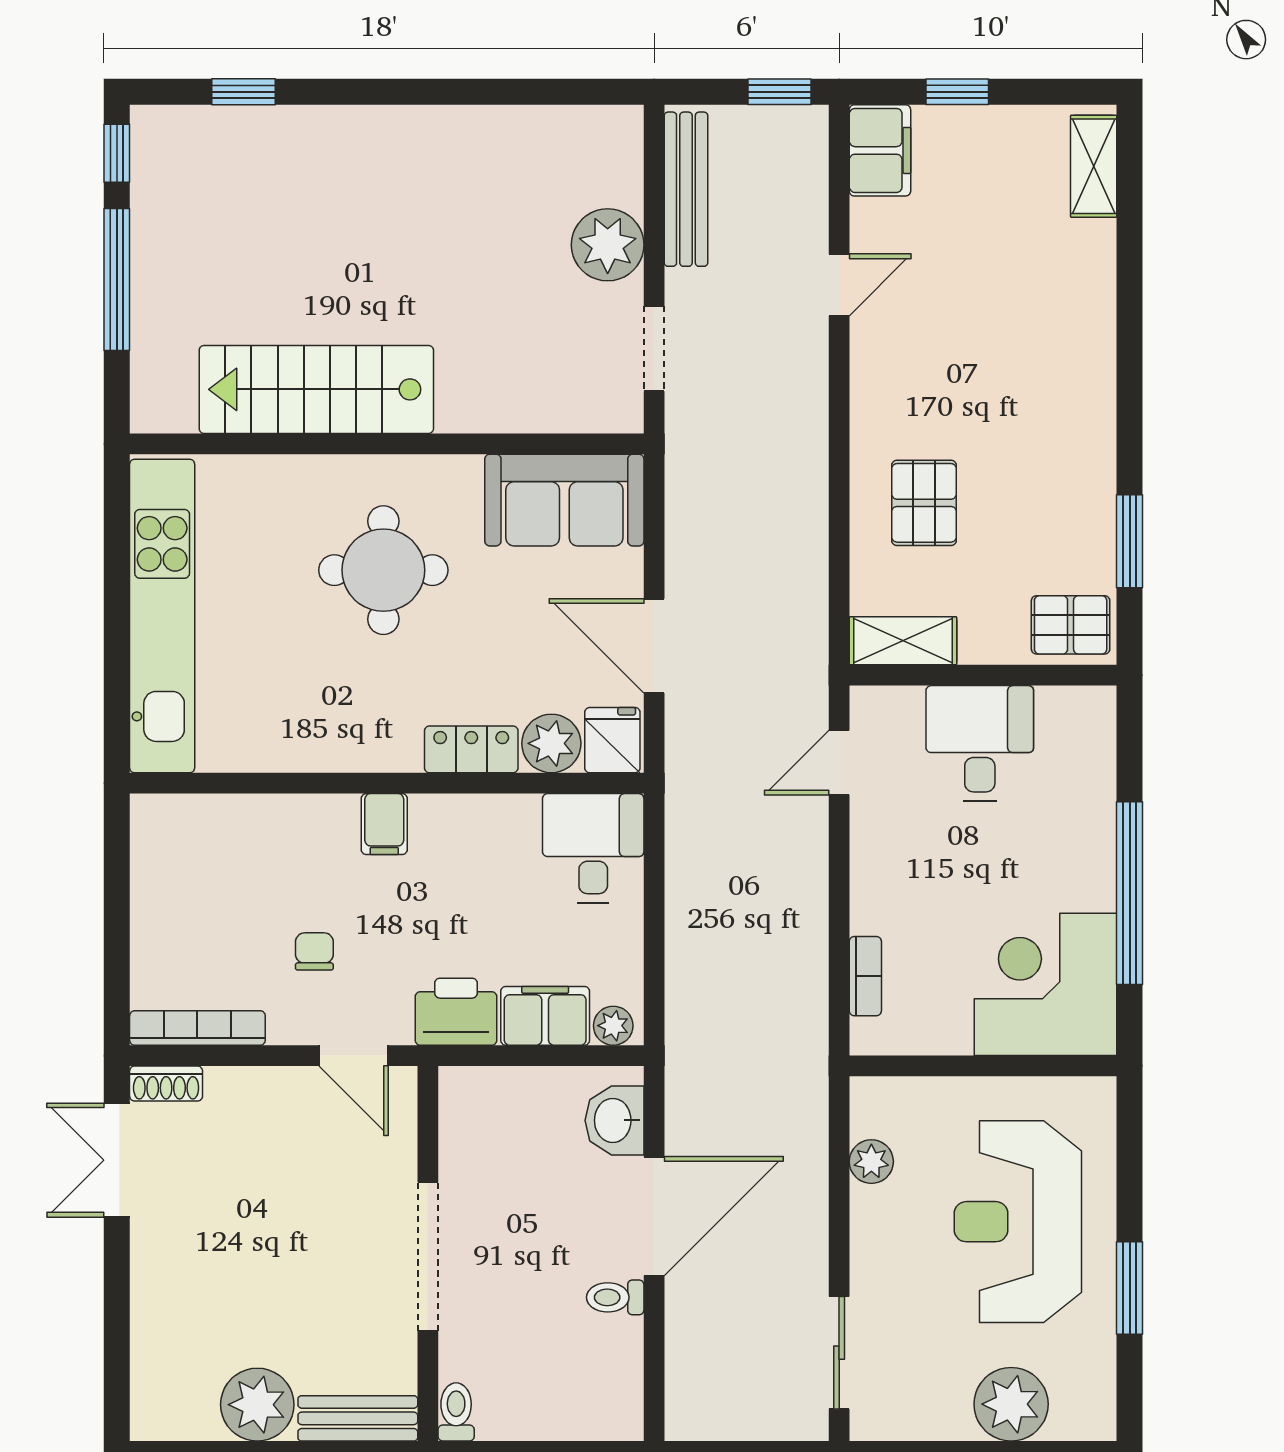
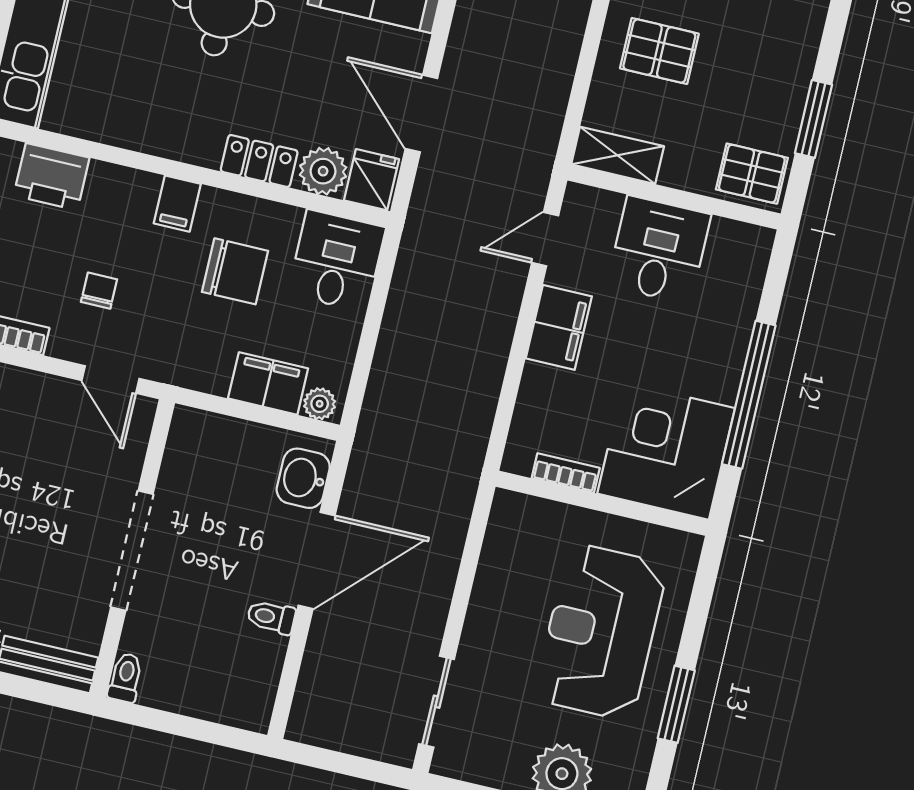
pallet: (924, 503) -> (659, 51), turned 90
filing cabinet: (881, 866) -> (559, 327), added
chair: (473, 890) -> (235, 271), added
bookcase: (865, 976) -> (566, 473), moved, turned -90
printer: (456, 1012) -> (52, 177), moved, turned 180
plant: (871, 1162) -> (497, 558), removed

